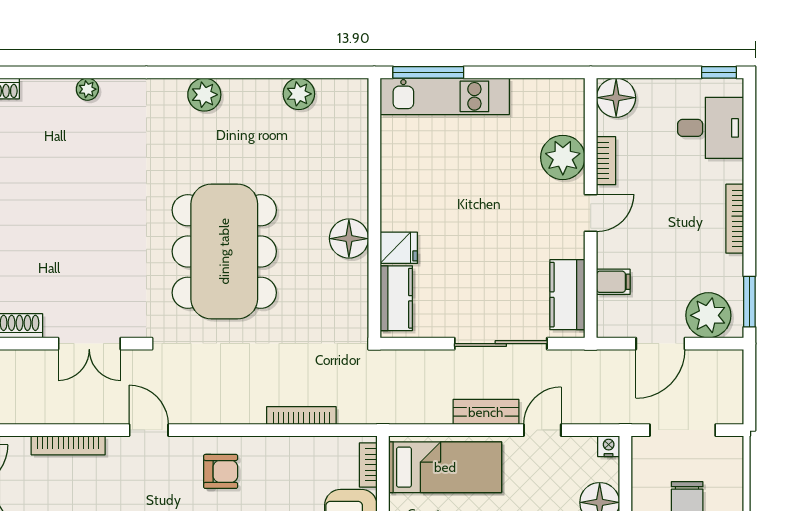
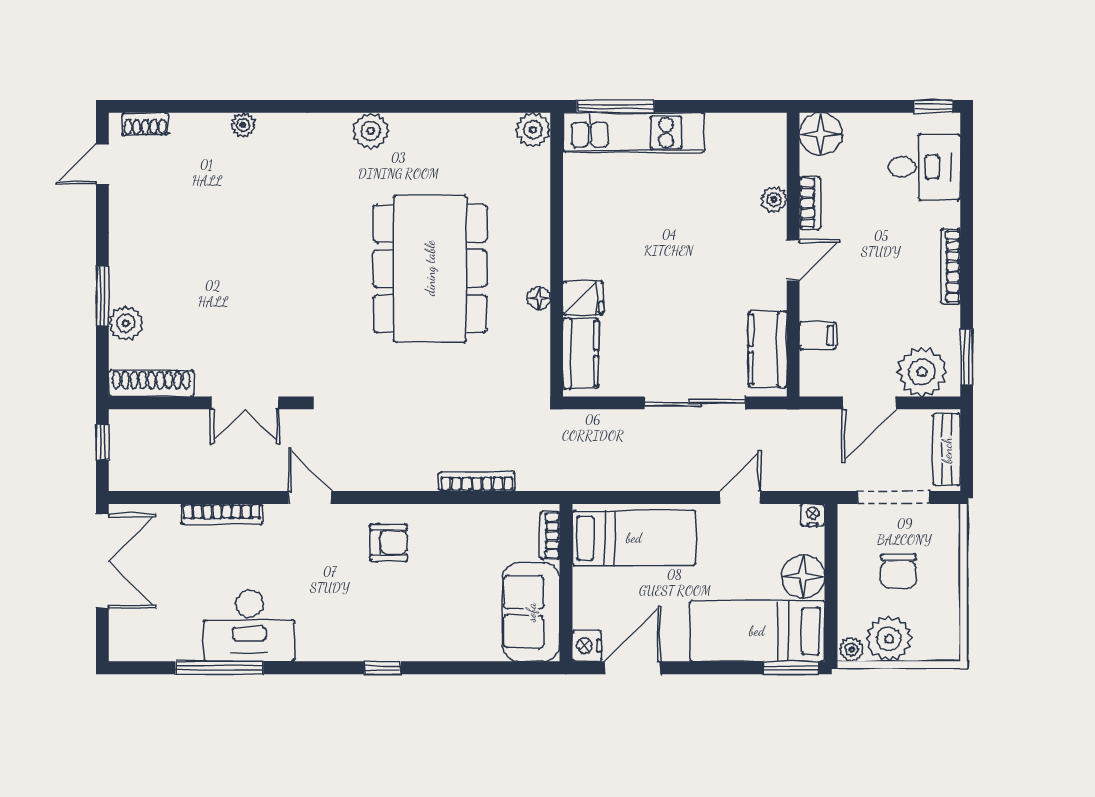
plant: (299, 94) -> (533, 130), moved
plant: (563, 157) -> (774, 199), width x0.53, depth x0.53
floor lamp: (349, 239) -> (539, 298), width x0.53, depth x0.53
dining table: (224, 251) -> (430, 268), moved
bench: (486, 412) -> (947, 450), moved, turned 90

